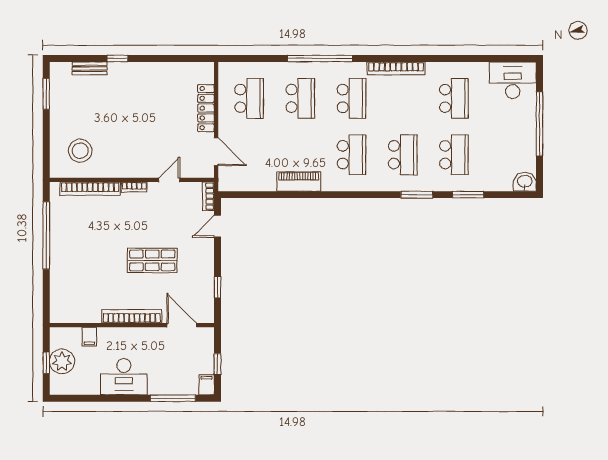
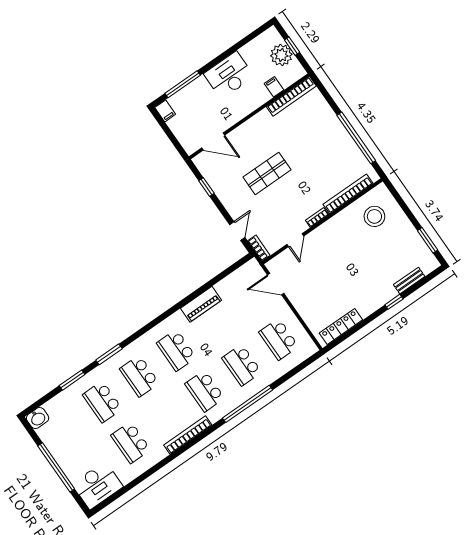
locker: (206, 108) -> (341, 326), moved, turned -90
bookcase: (132, 316) -> (291, 96), moved
window: (217, 364) -> (168, 131), removed

